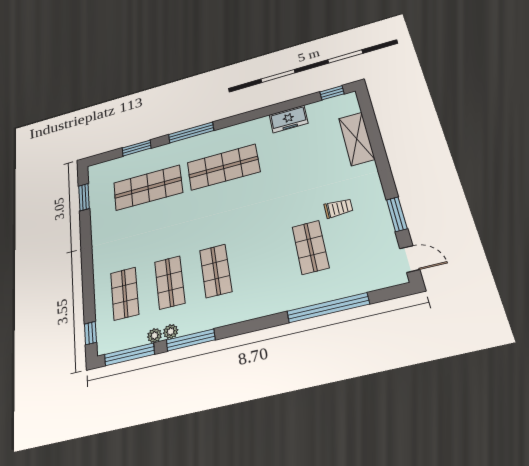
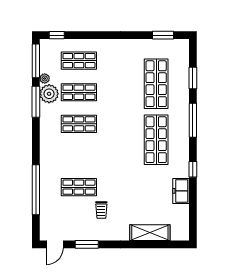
window: (332, 93) -> (193, 169), moved
plant: (171, 332) -> (49, 94), width x1.87, depth x1.87

